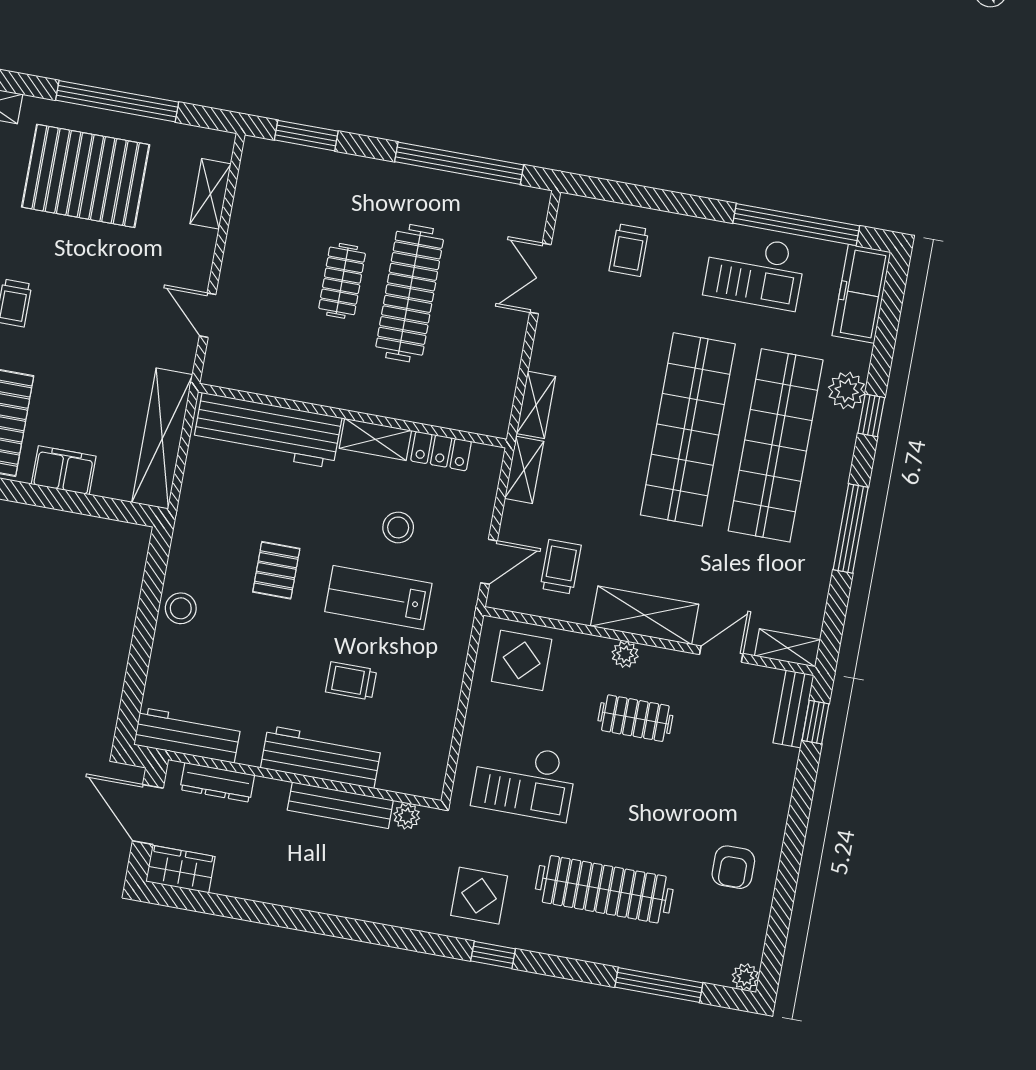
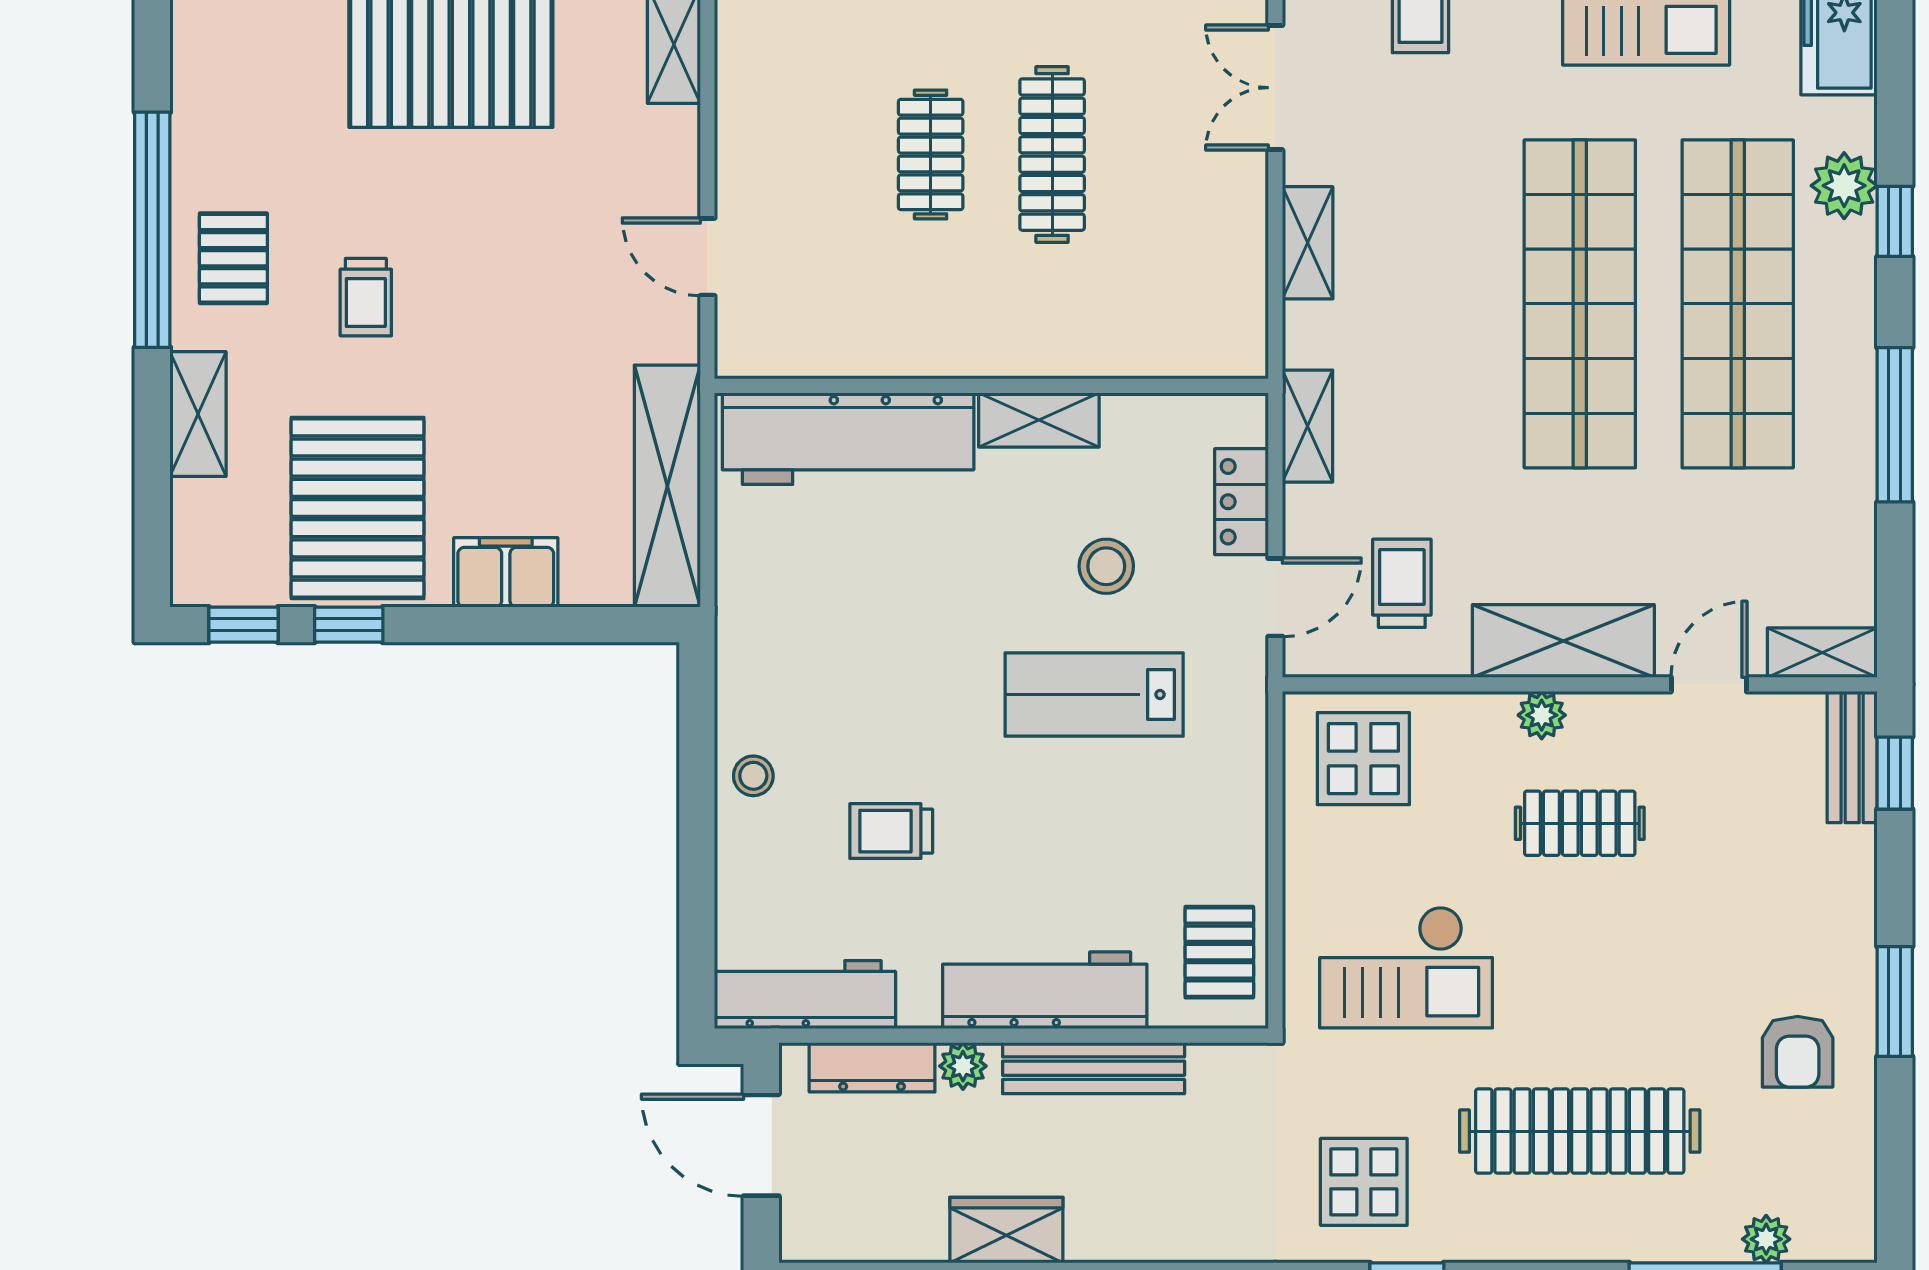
clothes rail: (410, 293) -> (1052, 155), width x0.73, depth x0.76
shelving: (536, 405) -> (1308, 243), moved
locker: (441, 451) -> (1242, 502), moved, turned 90
pallet: (276, 570) -> (1219, 952), moved
stool: (181, 608) -> (753, 776), width x0.73, depth x0.73
trolley: (351, 681) -> (891, 831), moved
plant: (407, 816) -> (963, 1066), moved
window: (792, 849) -> (1895, 1001), added
wardrobe: (180, 869) -> (1006, 1230), moved
plant: (745, 977) -> (1766, 1239), moved

